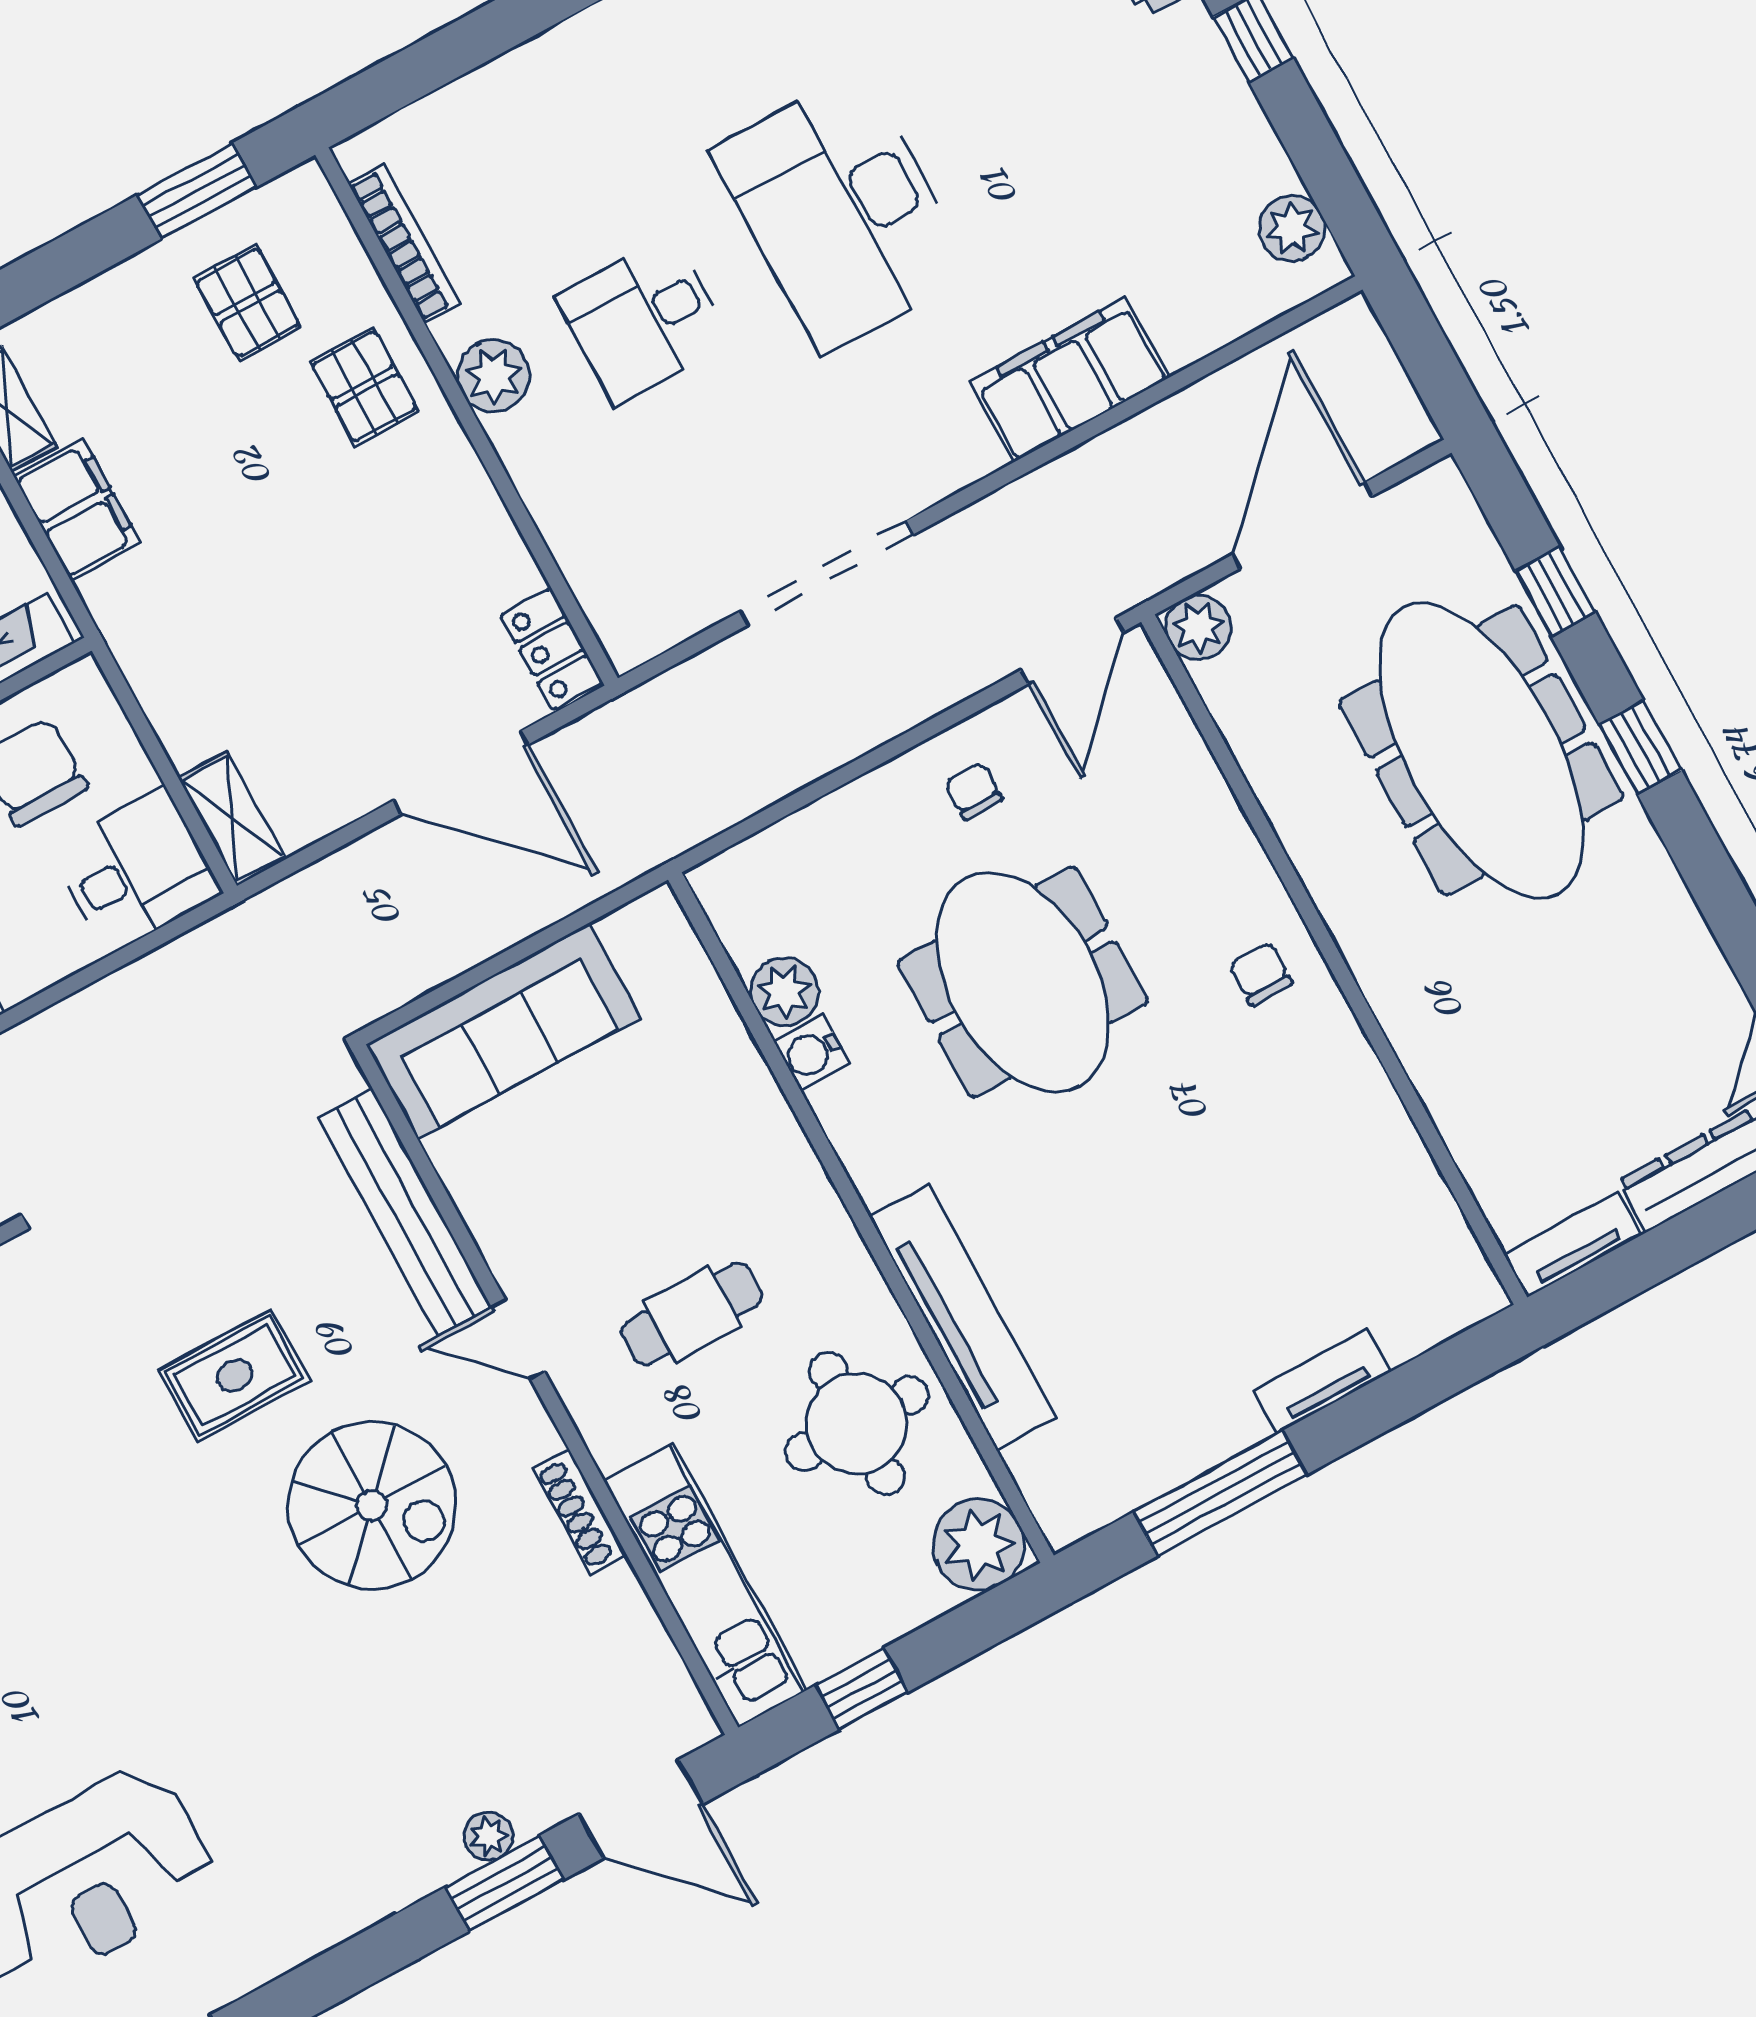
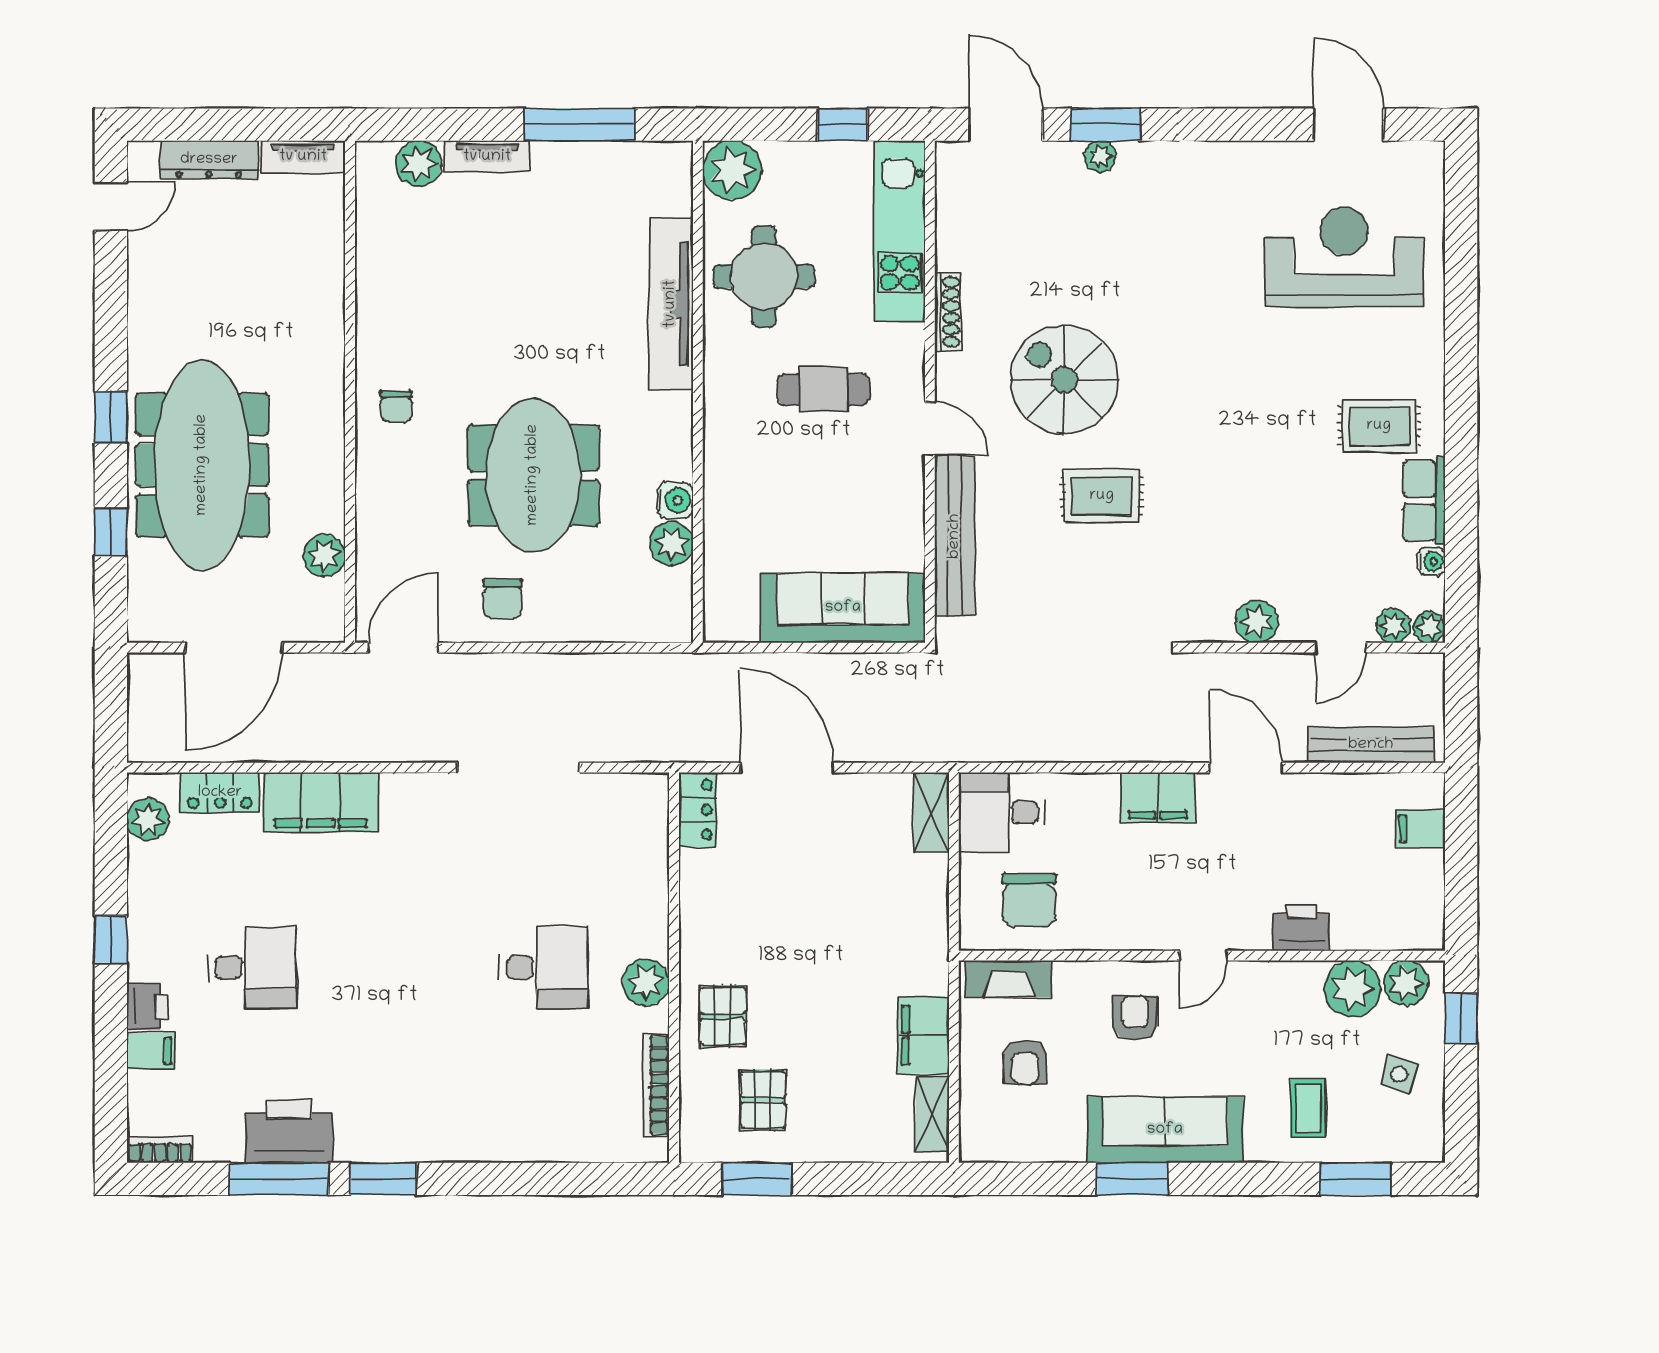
desk: (842, 212) -> (252, 968), moved, width x0.53, depth x0.77
locker: (1214, 318) -> (220, 793), added
plant: (1198, 627) -> (324, 556), moved
chair: (973, 791) -> (502, 599), width x1.37, depth x1.37
plant: (1410, 1321) -> (419, 163), added

